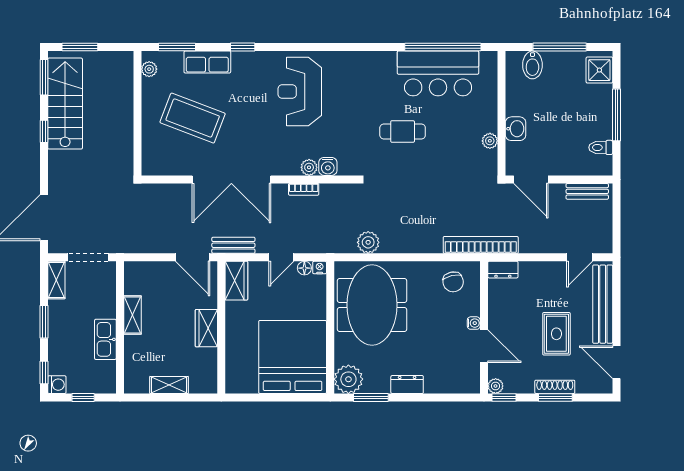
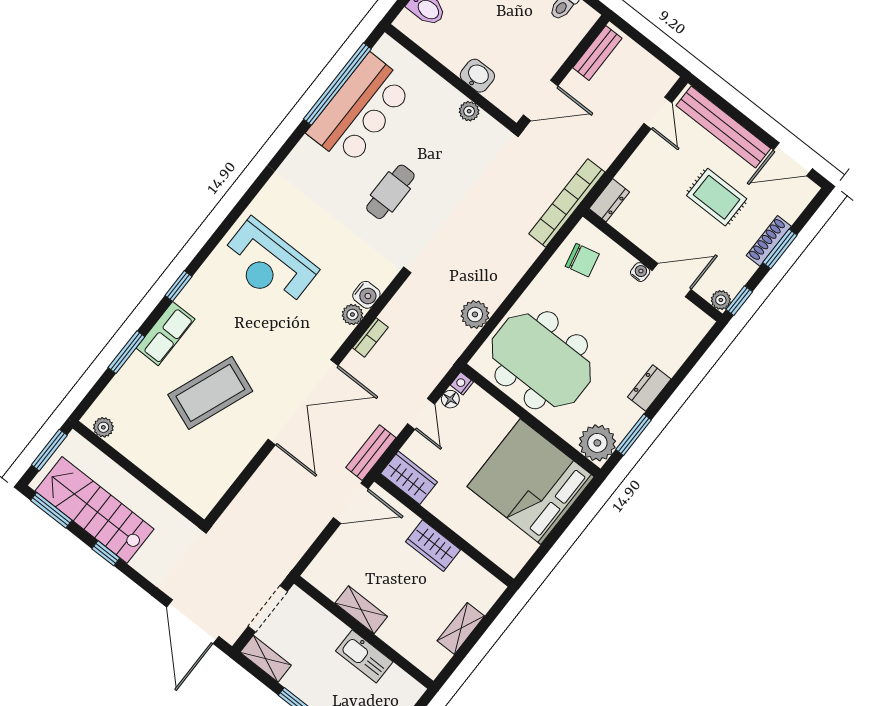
plant: (149, 69) -> (103, 427), moved
wall: (137, 113) -> (138, 474), moved

